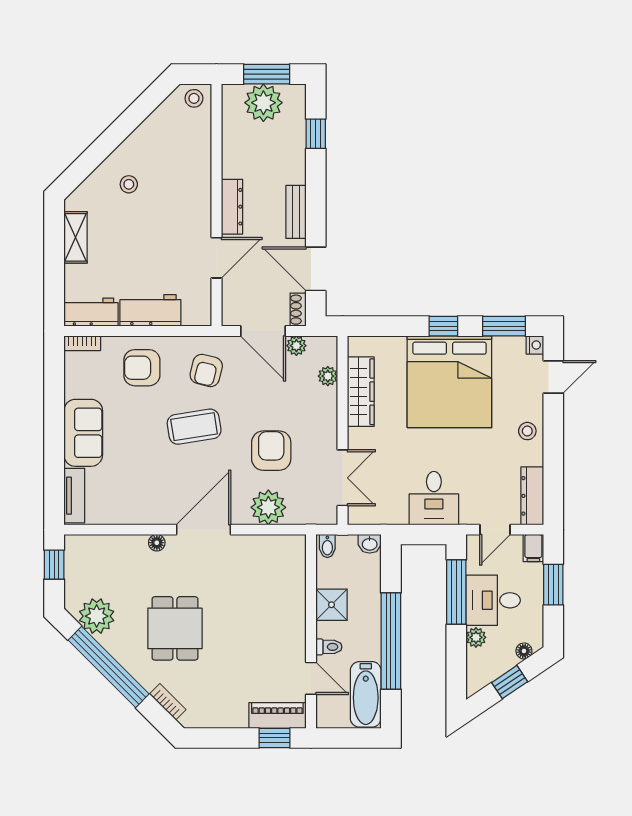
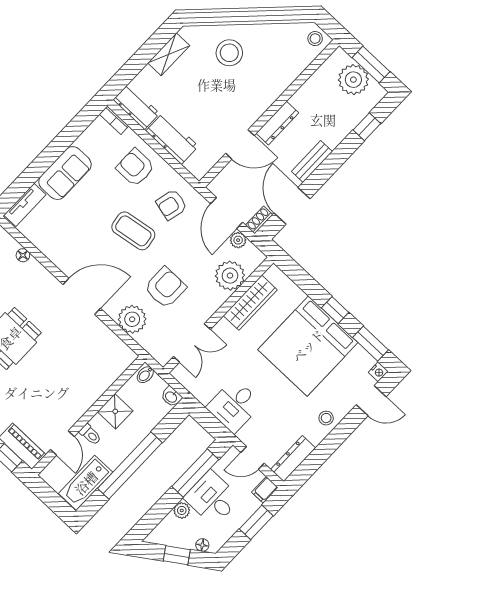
stool: (129, 184) -> (229, 53), width x1.89, depth x1.89
plant: (328, 376) -> (230, 276), width x1.88, depth x1.88
floor lamp: (157, 543) -> (23, 255), moved

